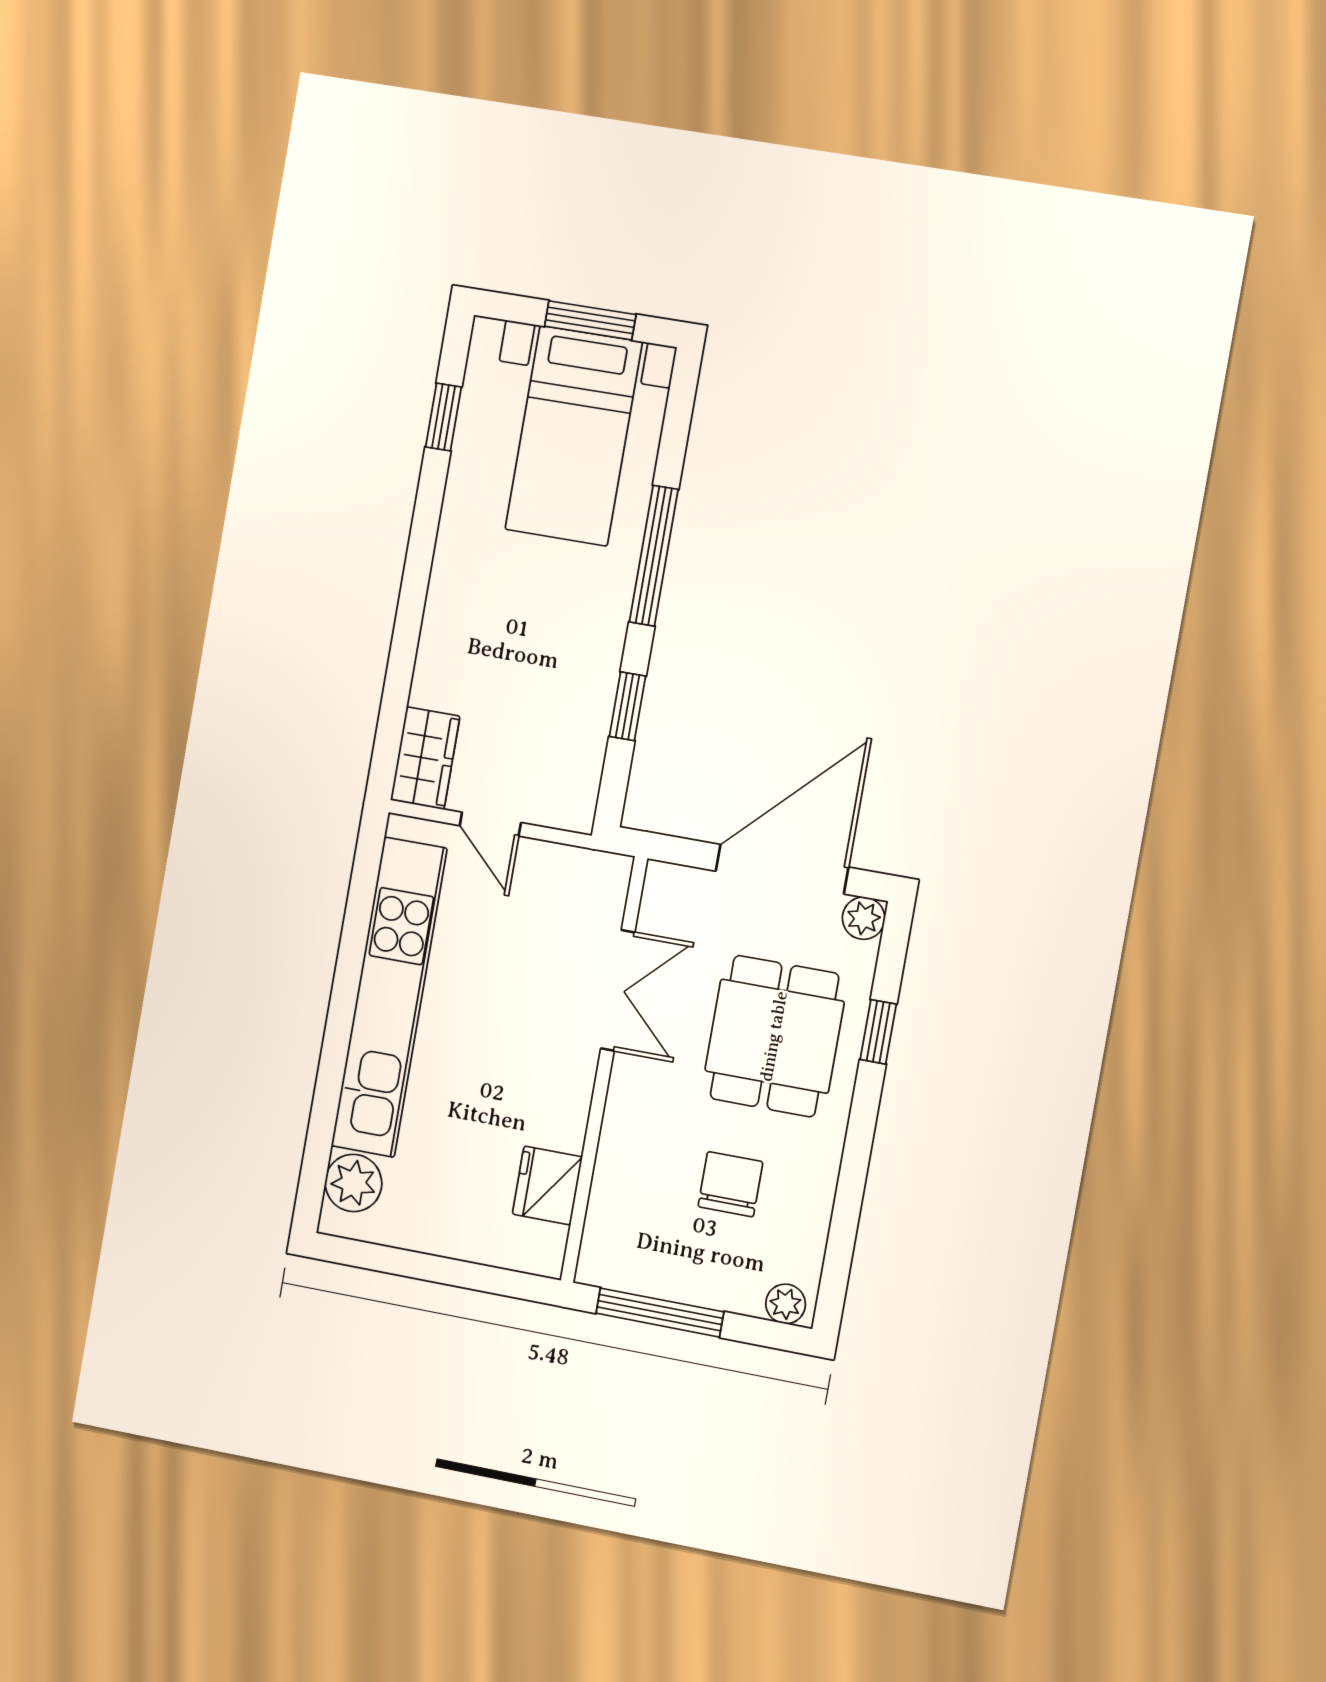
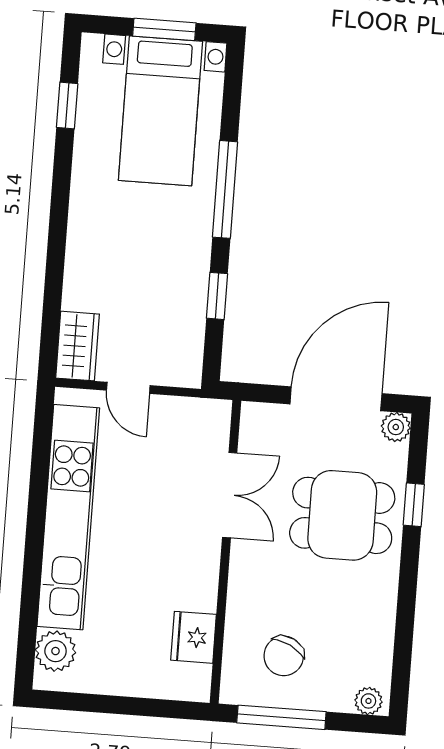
dining table: (774, 1036) -> (342, 515), turned 90
chair: (730, 1184) -> (284, 656), moved, turned -153

